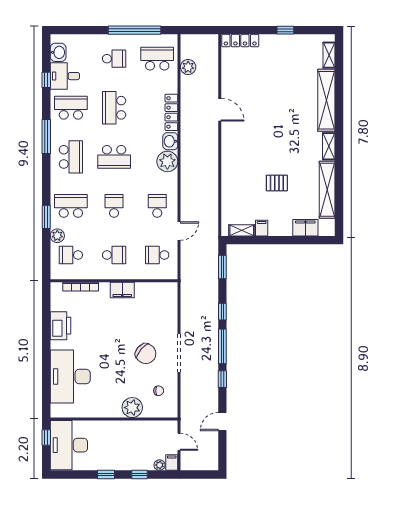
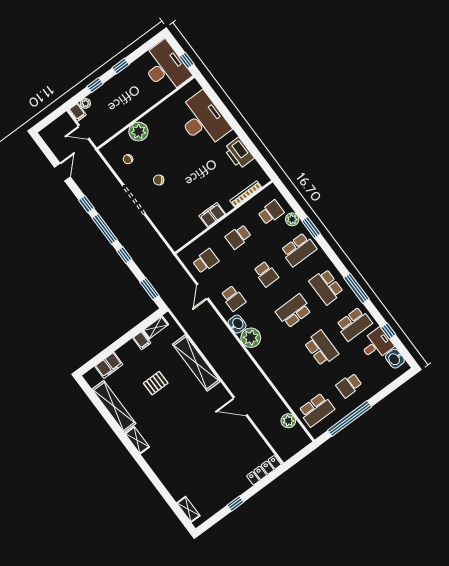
shelving: (326, 100) -> (196, 363), moved
locker: (171, 112) -> (275, 377), removed
washbasin: (170, 141) -> (237, 324), moved
chair: (146, 354) -> (159, 180), width x0.54, depth x0.54

